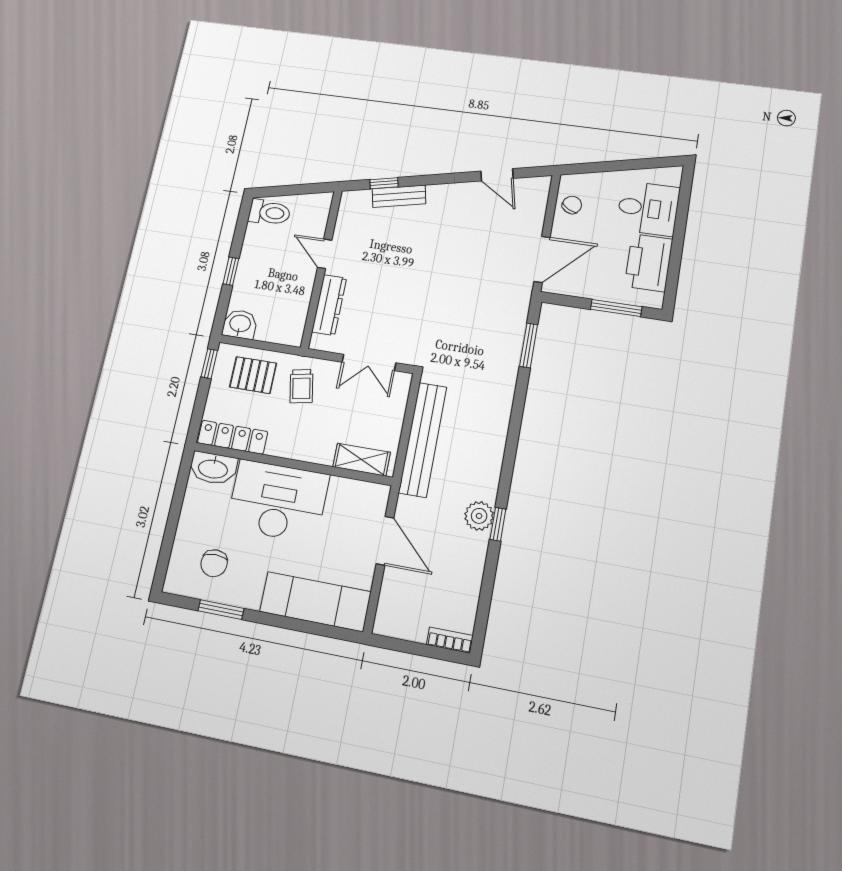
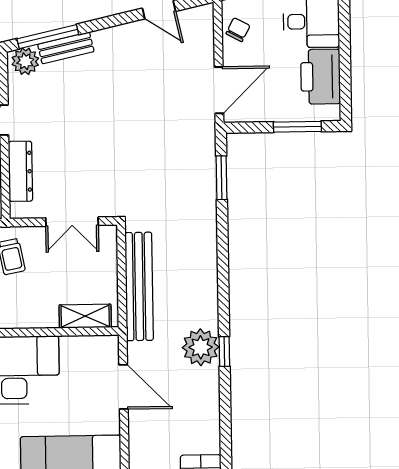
window: (384, 183) -> (48, 37), width x2.17
plant: (357, 203) -> (25, 61), added
plant: (479, 516) -> (201, 347), width x1.36, depth x1.36

